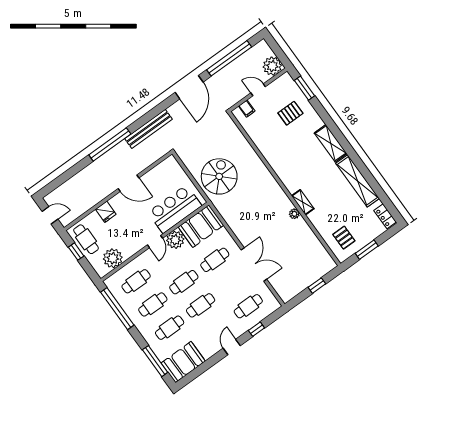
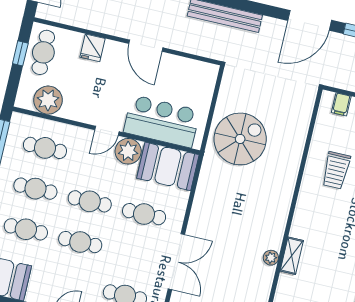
trolley: (278, 141) -> (336, 170), added

